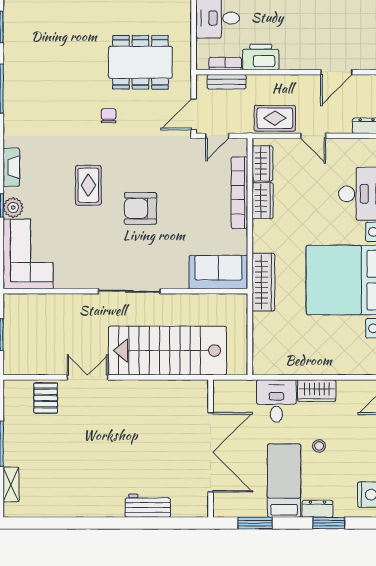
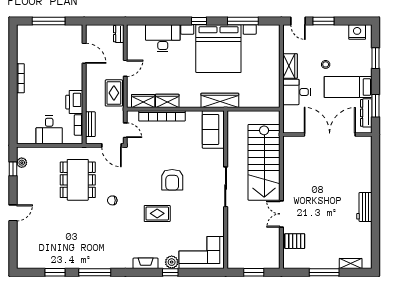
workbench: (148, 506) -> (364, 207), moved
dresser: (317, 509) -> (366, 113), moved, width x1.44

